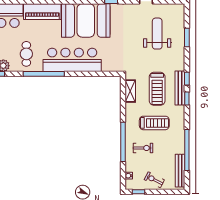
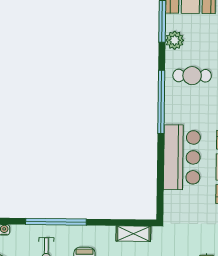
bar counter: (72, 60) -> (182, 157), width x0.73

